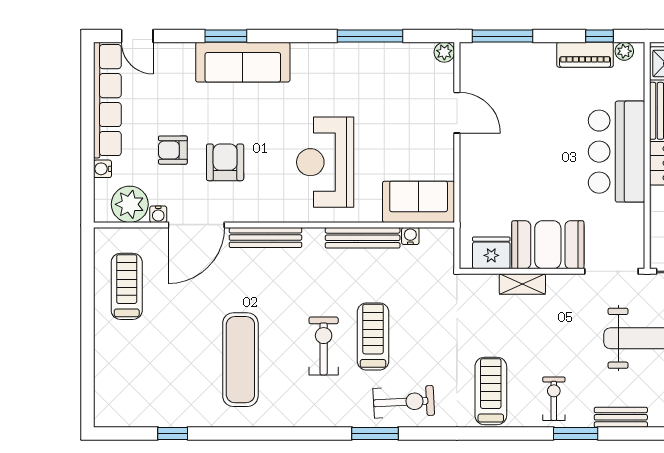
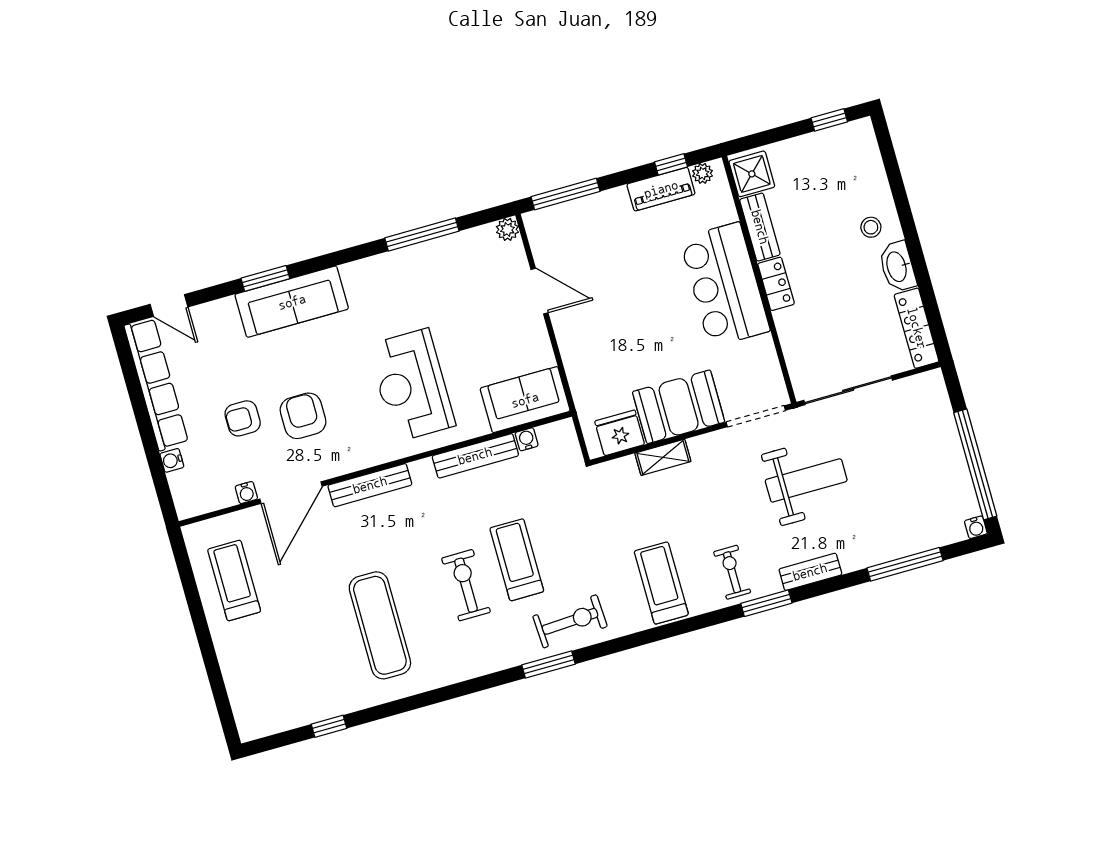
plant: (130, 204) -> (212, 490), removed

